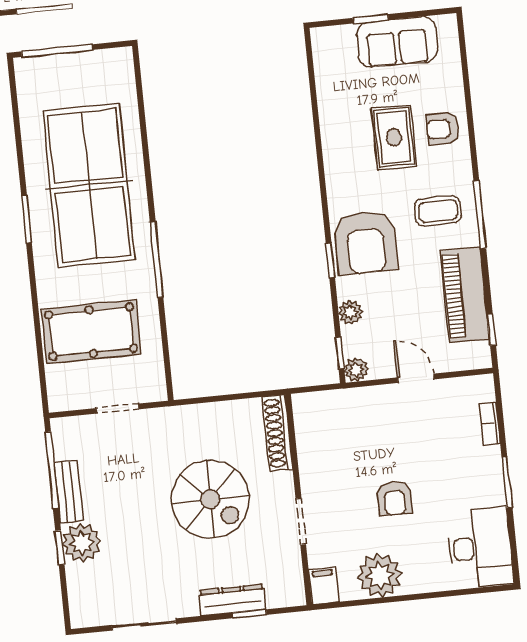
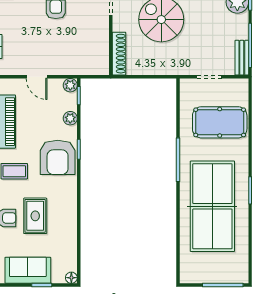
floor lamp: (320, 37) -> (71, 278), added
armchair: (365, 243) -> (58, 157), turned 180
bench: (69, 492) -> (242, 58), moved

